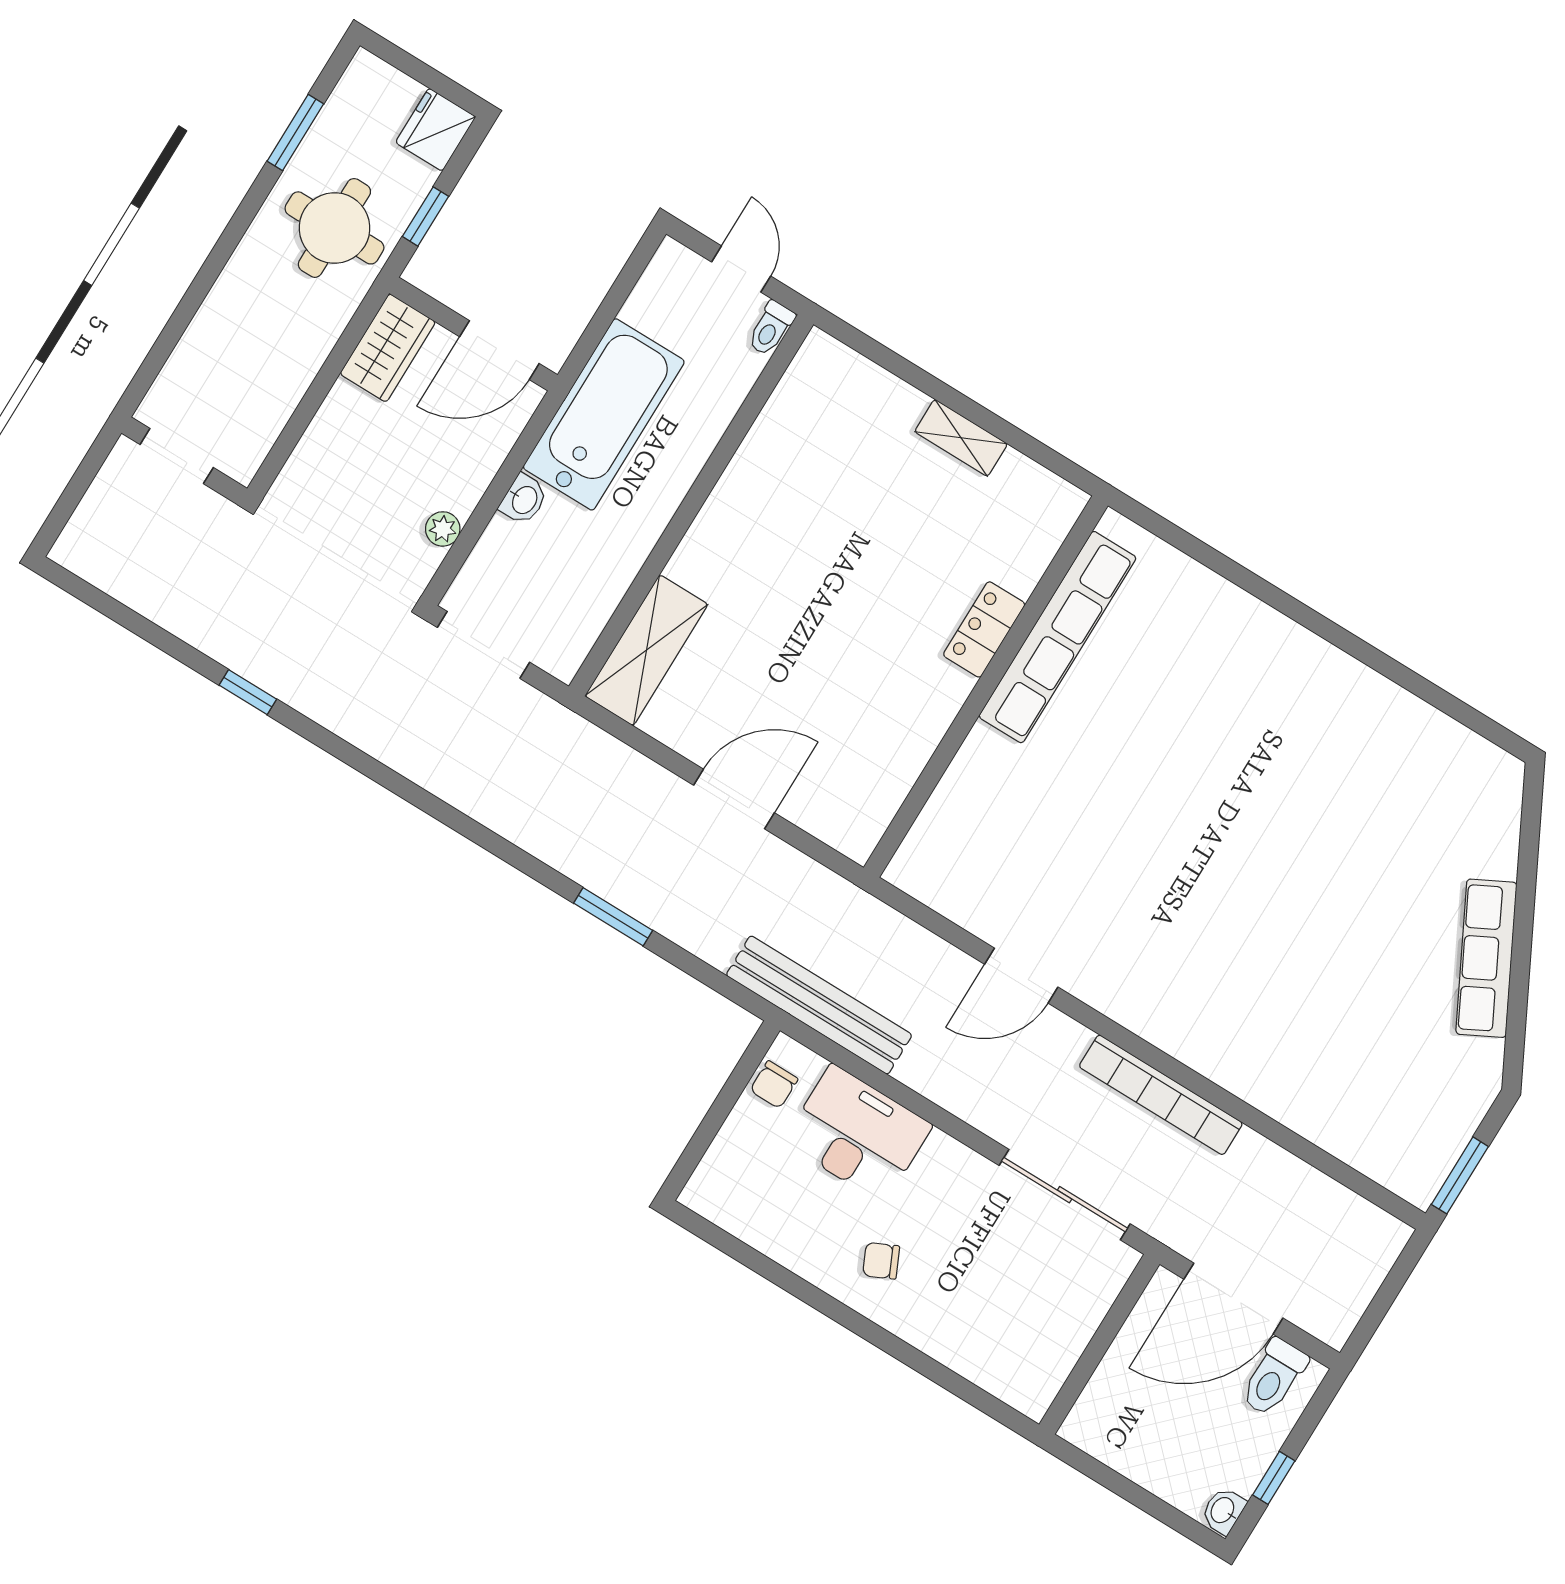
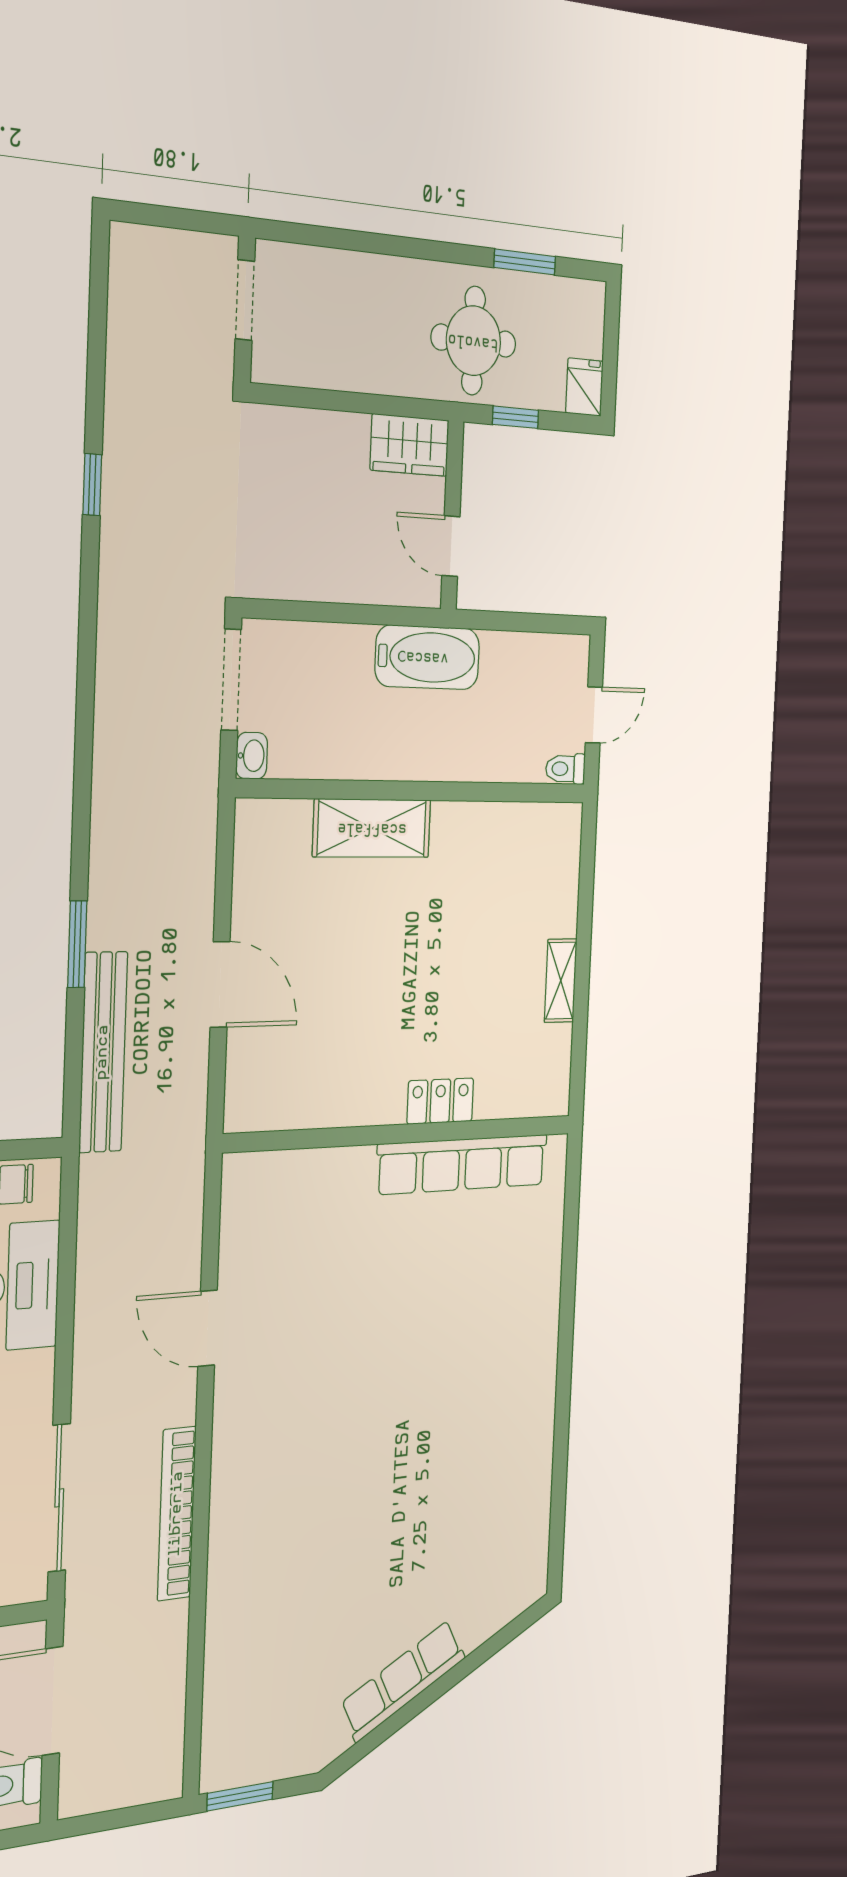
fridge: (436, 130) -> (584, 387), width x0.72
door: (499, 350) -> (451, 546), width x0.73
bathtub: (604, 414) -> (427, 657), width x0.73, depth x0.73
washbasin: (524, 499) -> (252, 756), moved, turned -90
plant: (443, 529) -> (301, 584), removed
shelving: (646, 650) -> (372, 828), moved
bench: (819, 1005) -> (103, 1052), moved

